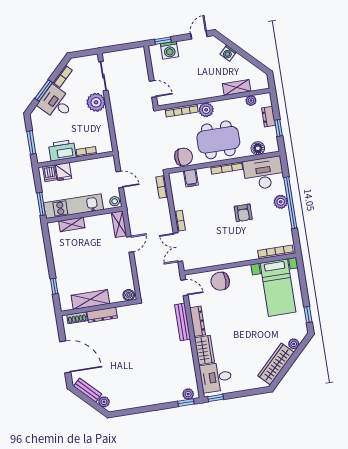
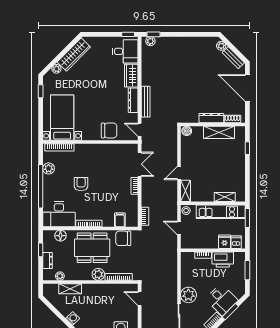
plant: (281, 202) -> (49, 168), moved

